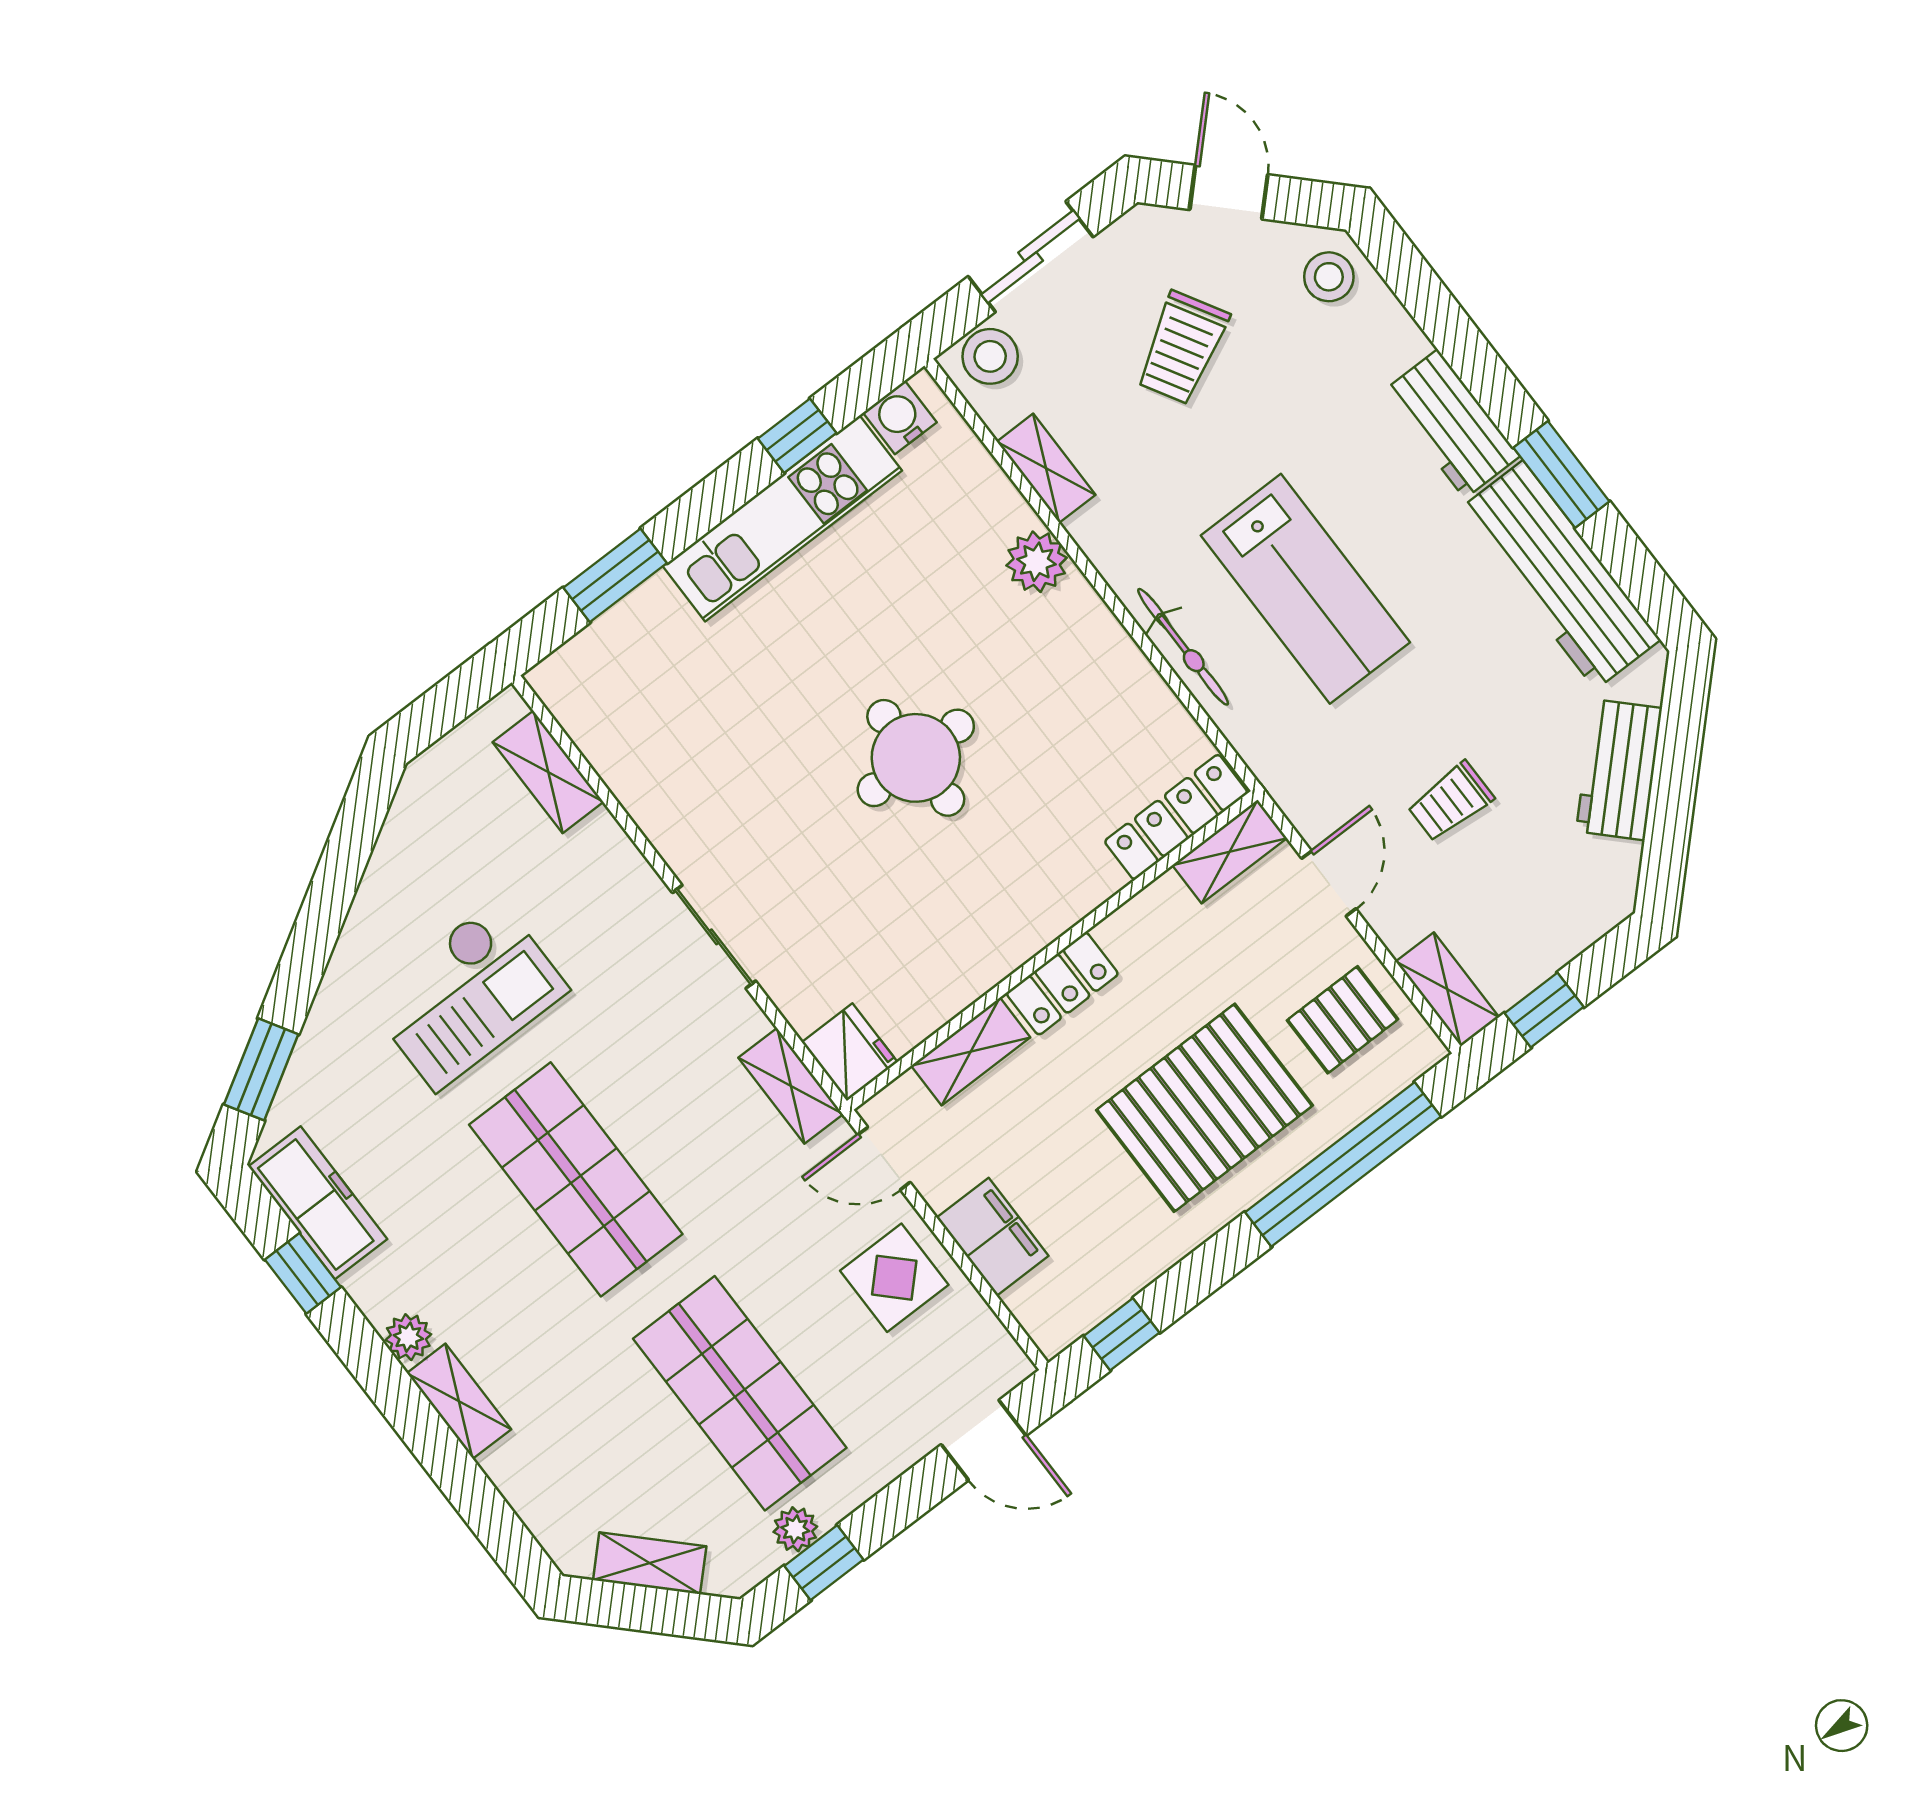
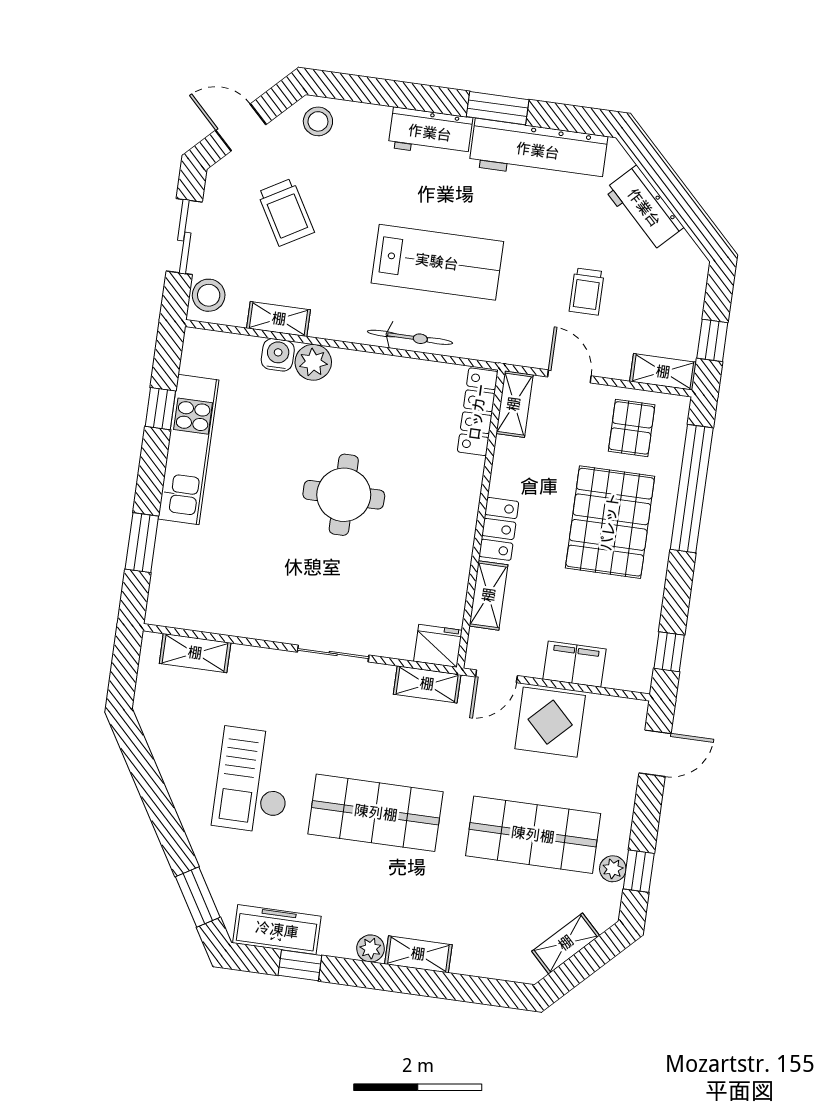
water cooler: (900, 417) -> (278, 355), moved, turned 90
checkout: (467, 995) -> (253, 780), turned 180
display table: (894, 1278) -> (550, 722), width x1.36, depth x1.36

